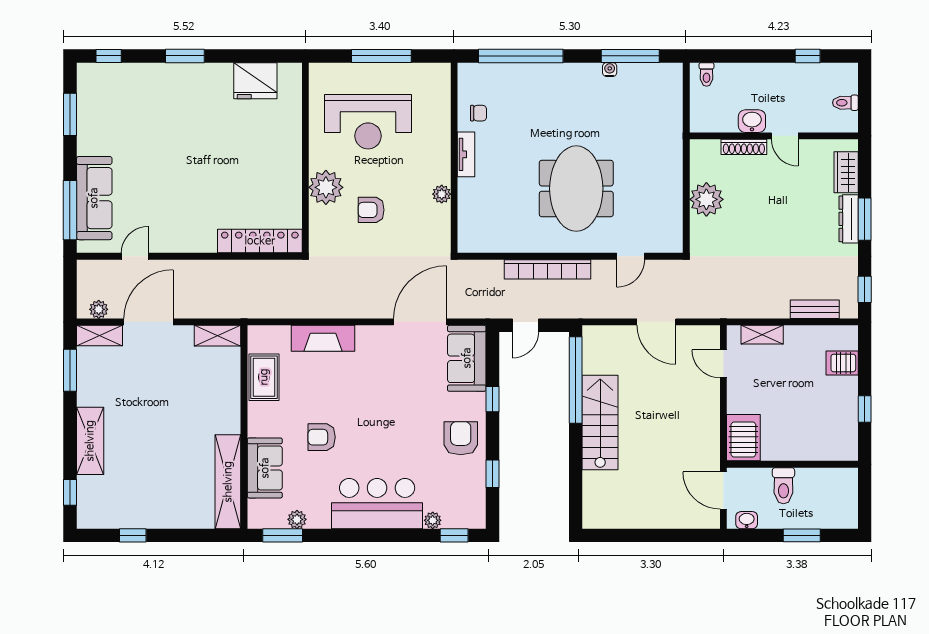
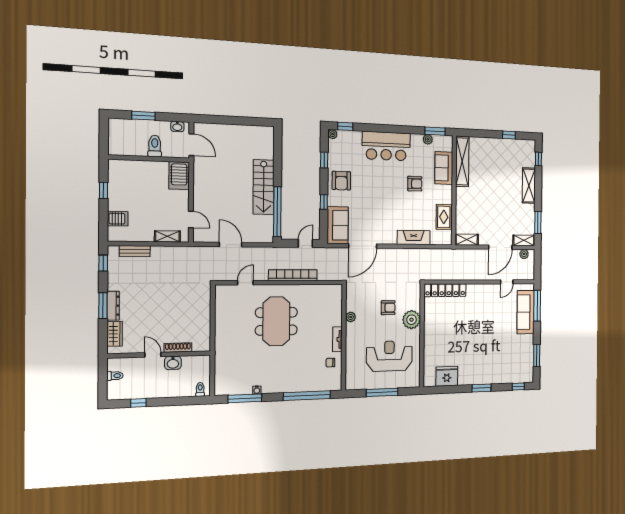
plant: (706, 199) -> (201, 316), removed
plant: (433, 520) -> (333, 134), moved

